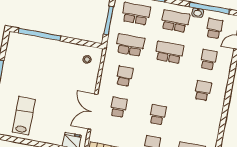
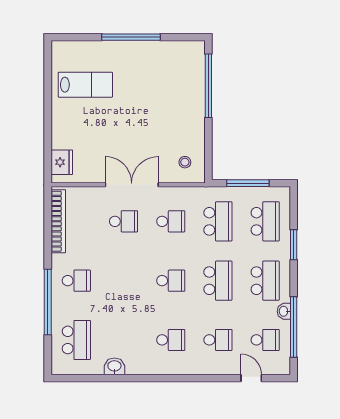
double door: (93, 112) -> (132, 185), moved
school desk: (158, 115) -> (171, 281), moved
washbasin: (213, 131) -> (114, 366), added

